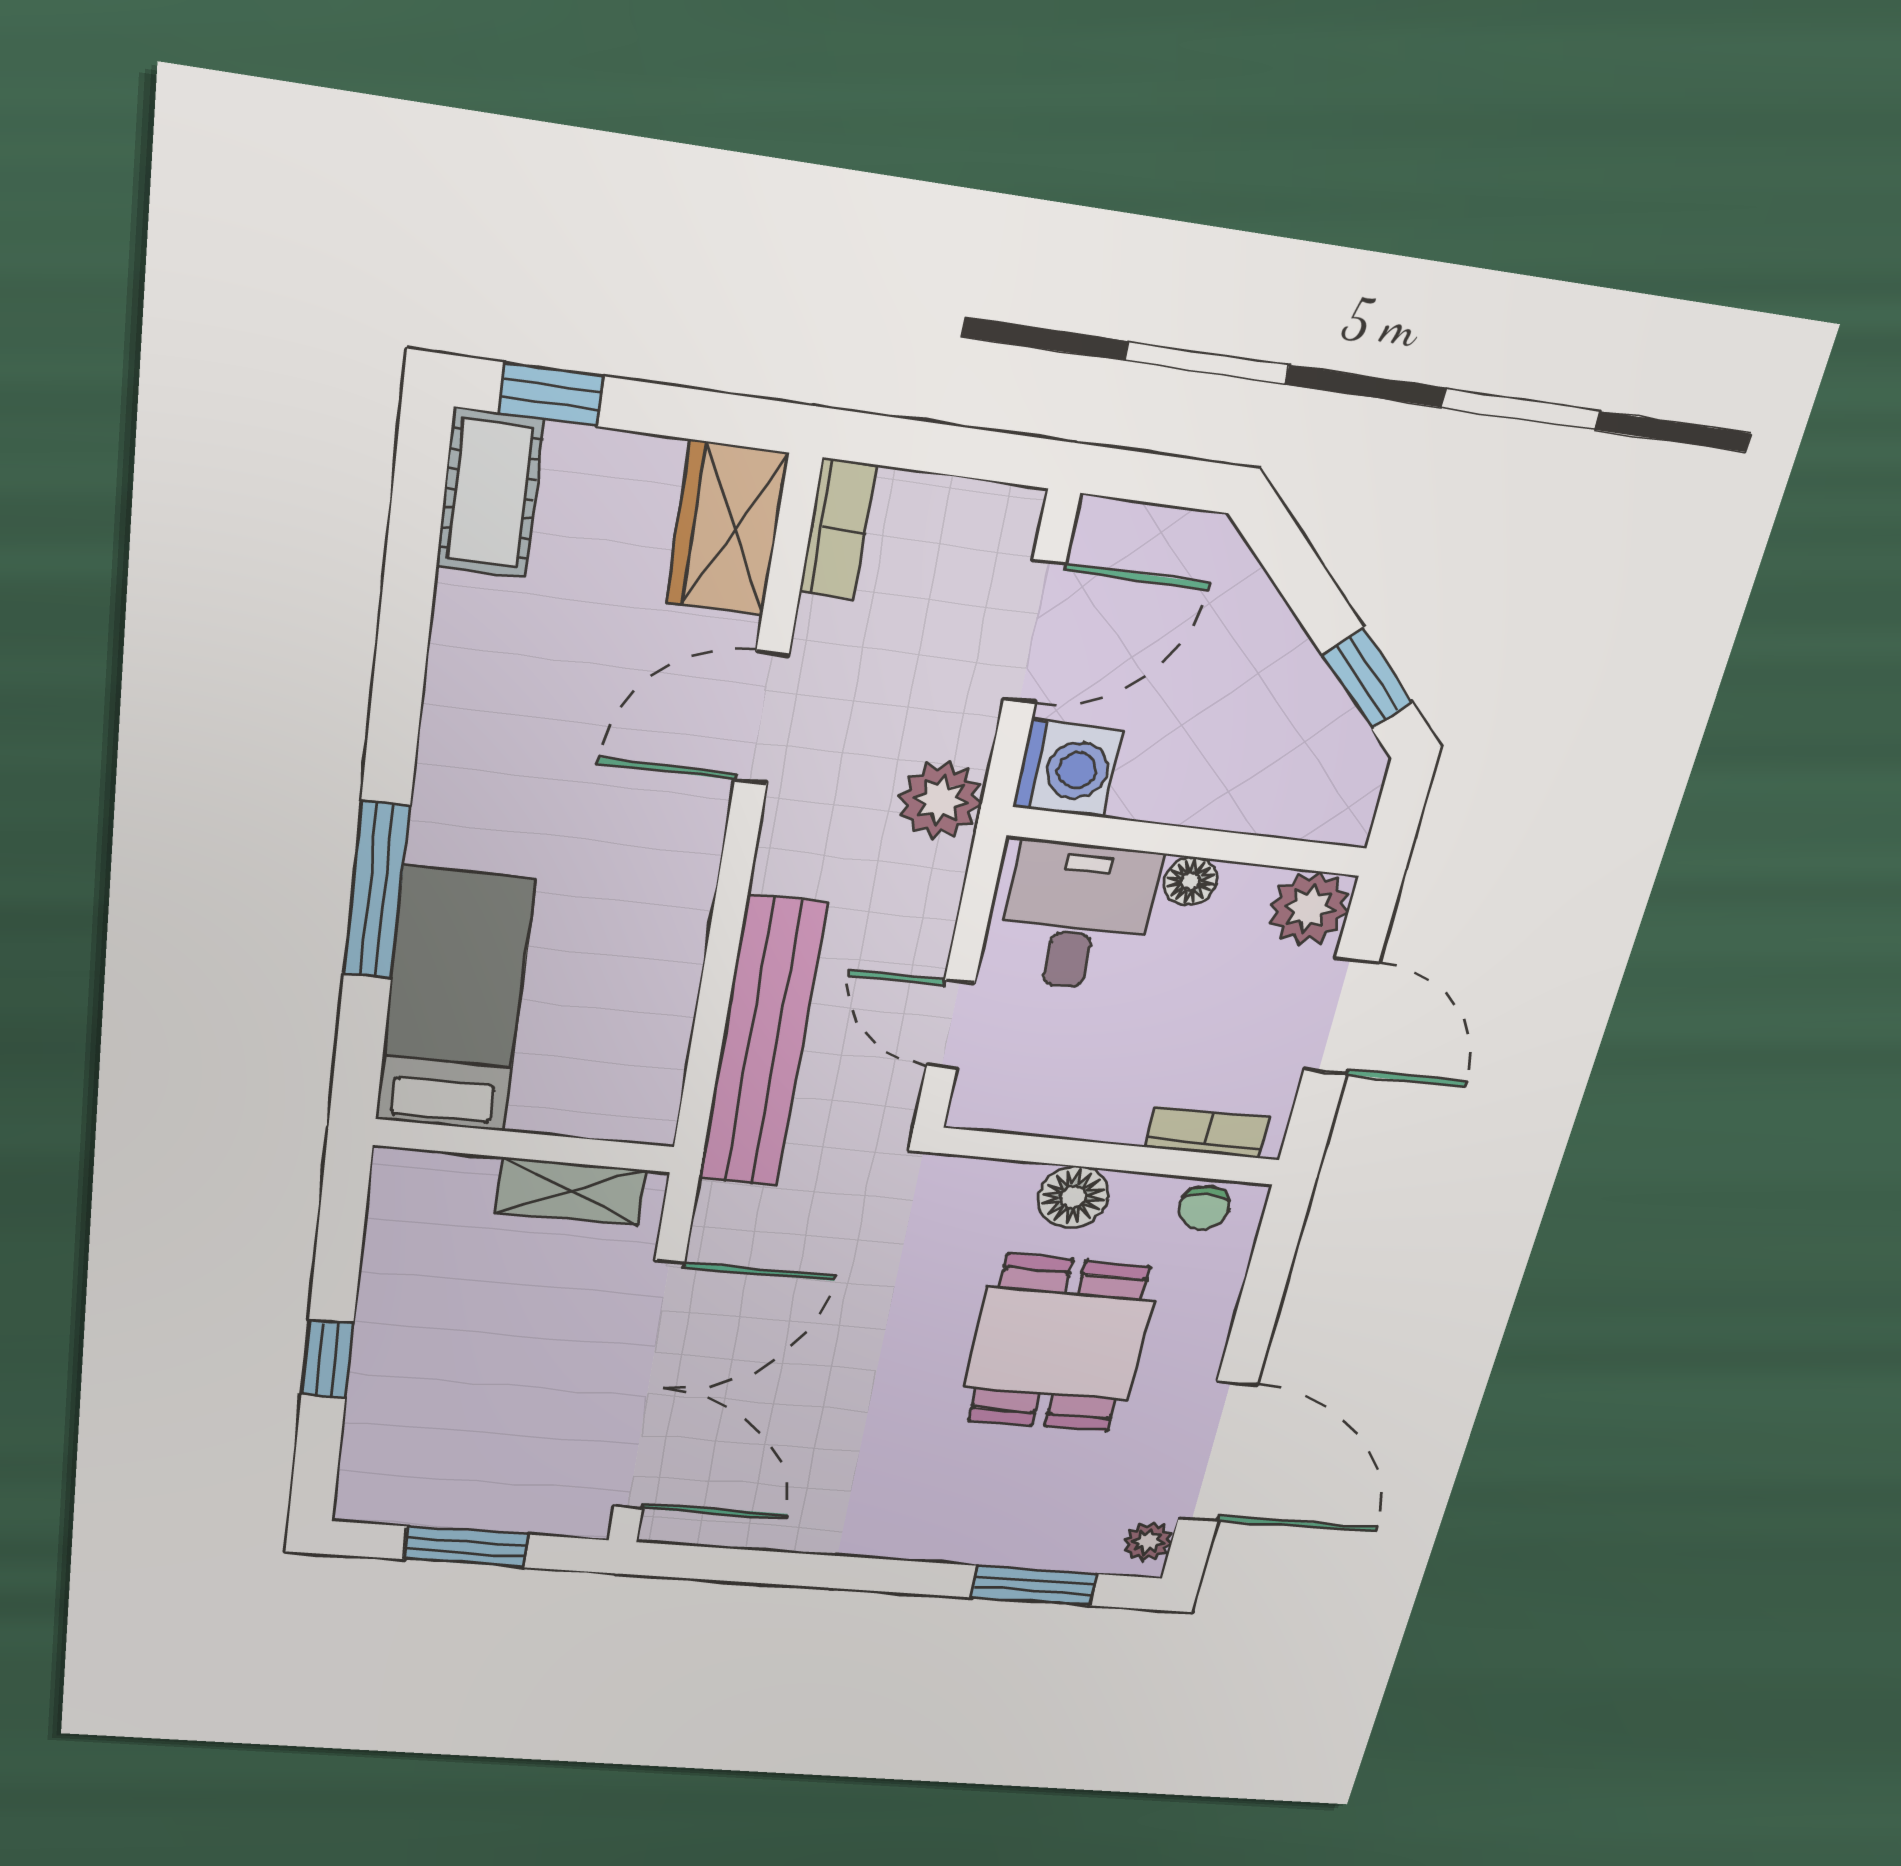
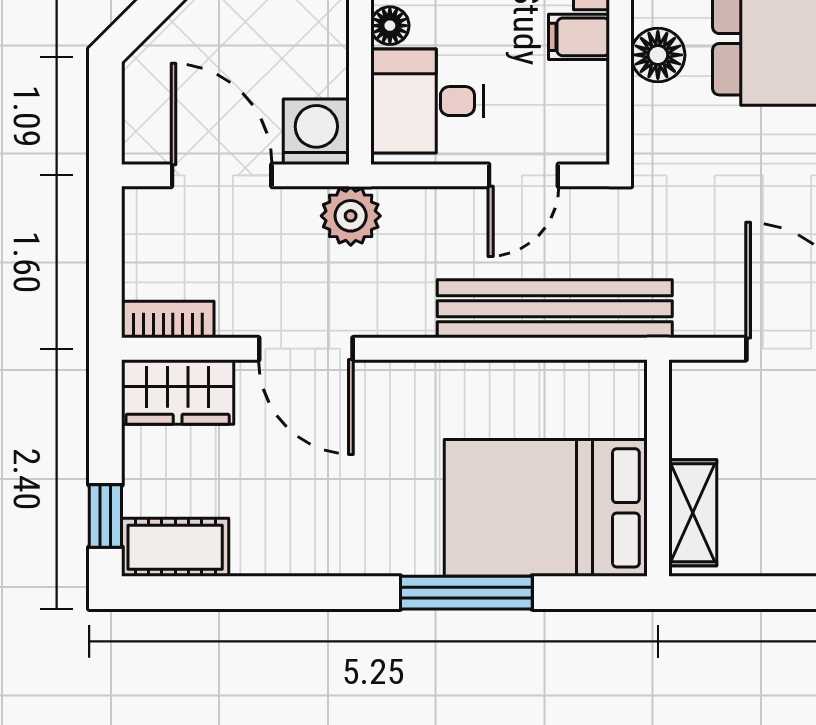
bed: (454, 1001) -> (546, 508), width x1.50
filing cabinet: (1119, 1109) -> (579, 37), added
shelving: (571, 1191) -> (693, 513), moved

